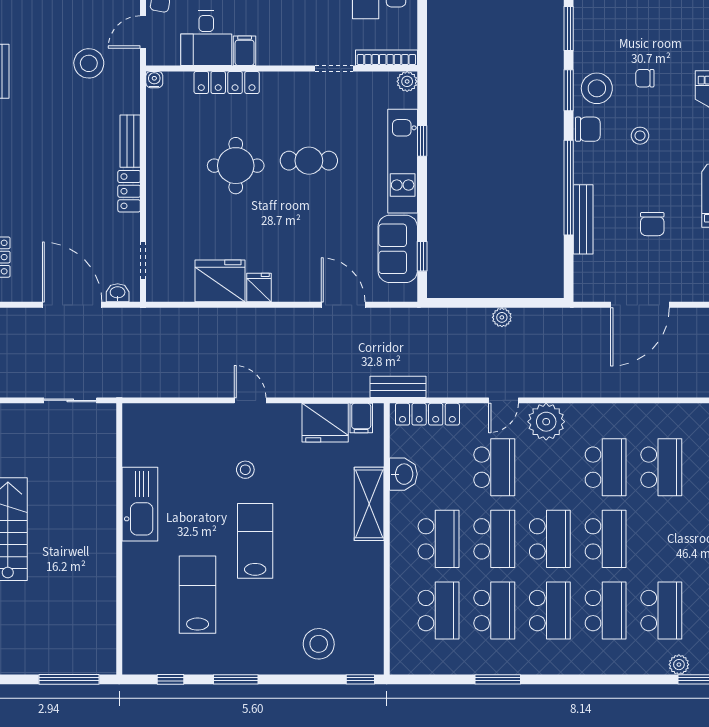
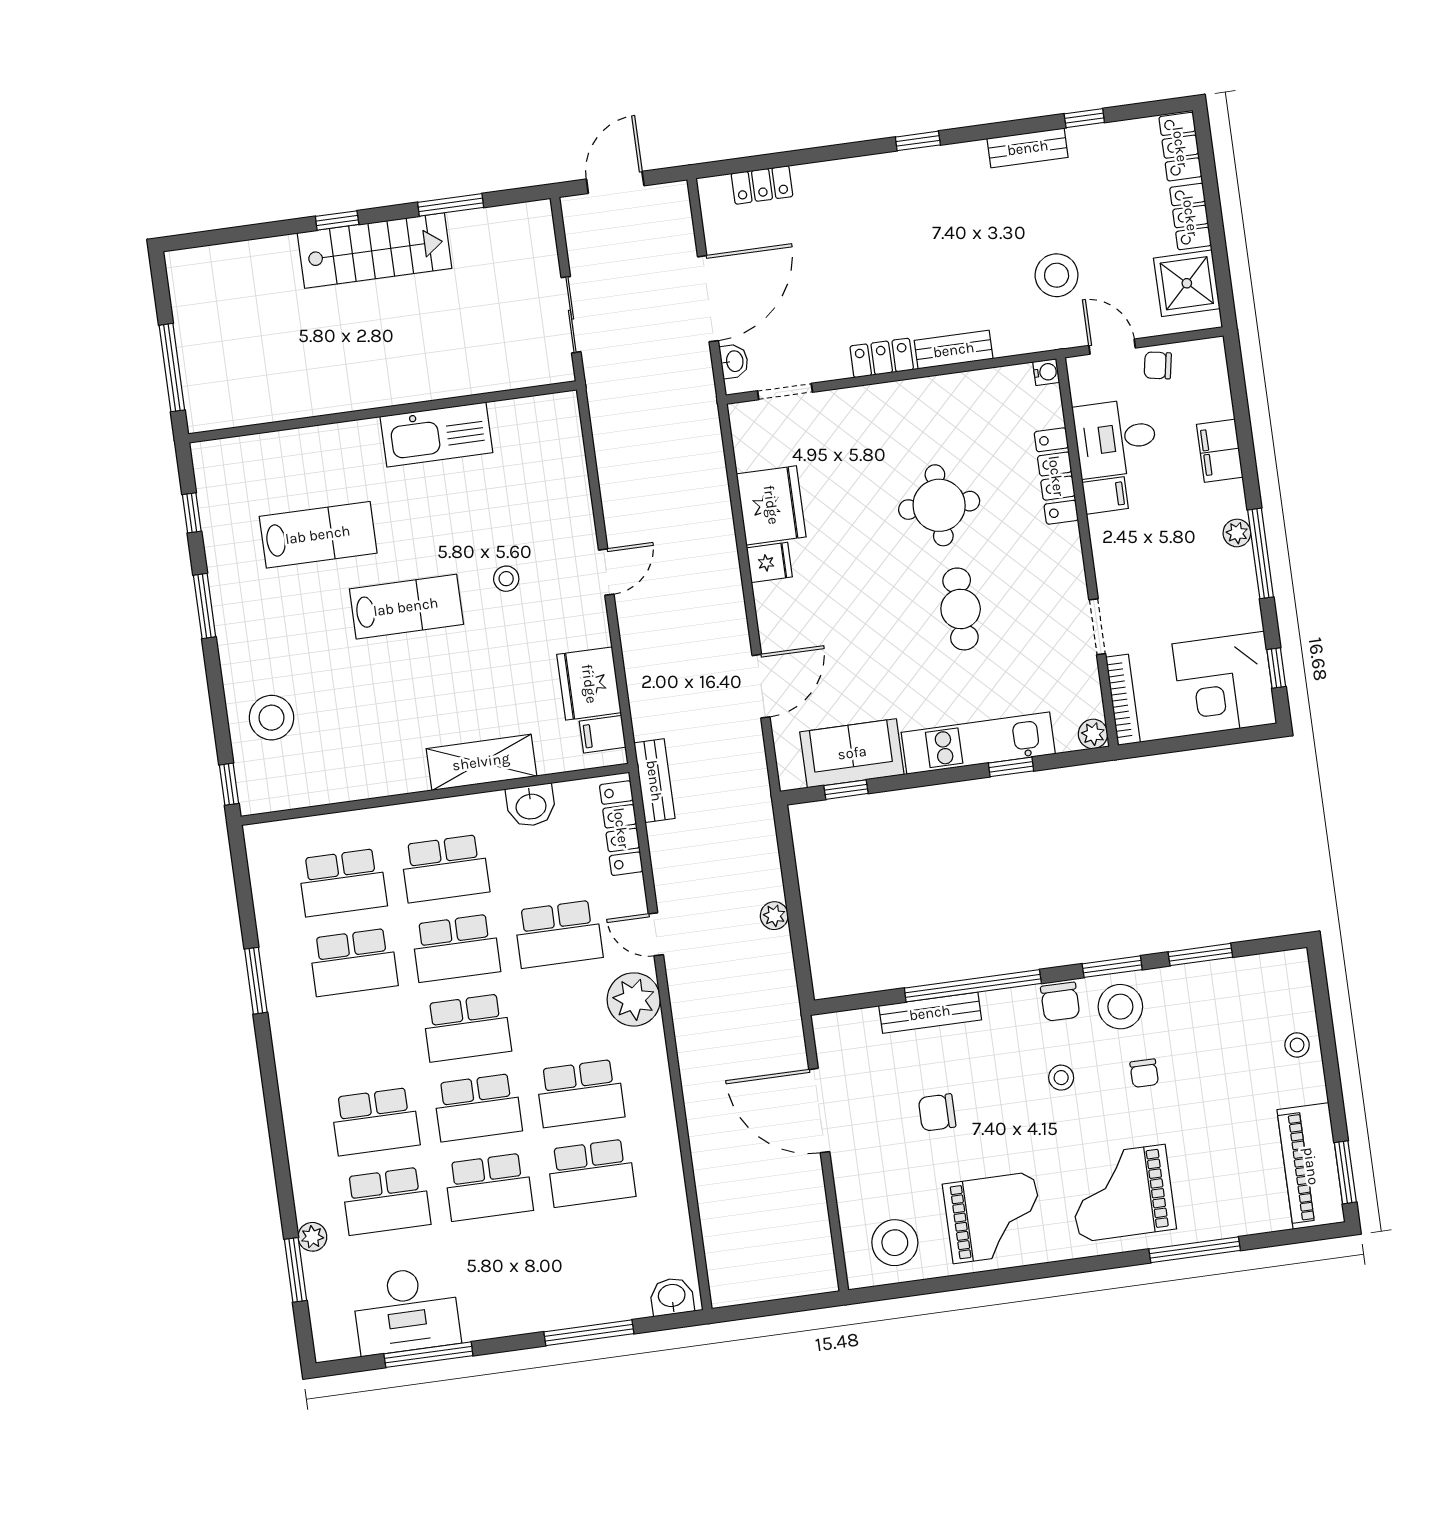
chair: (645, 78) -> (1144, 1073), turned 180
school desk: (550, 611) -> (489, 1187), moved

